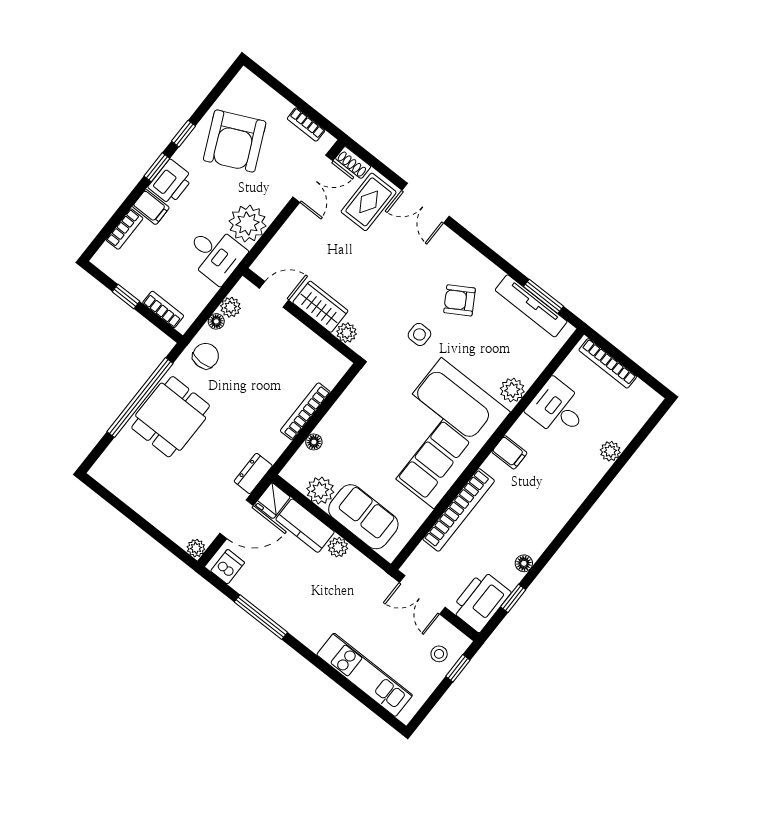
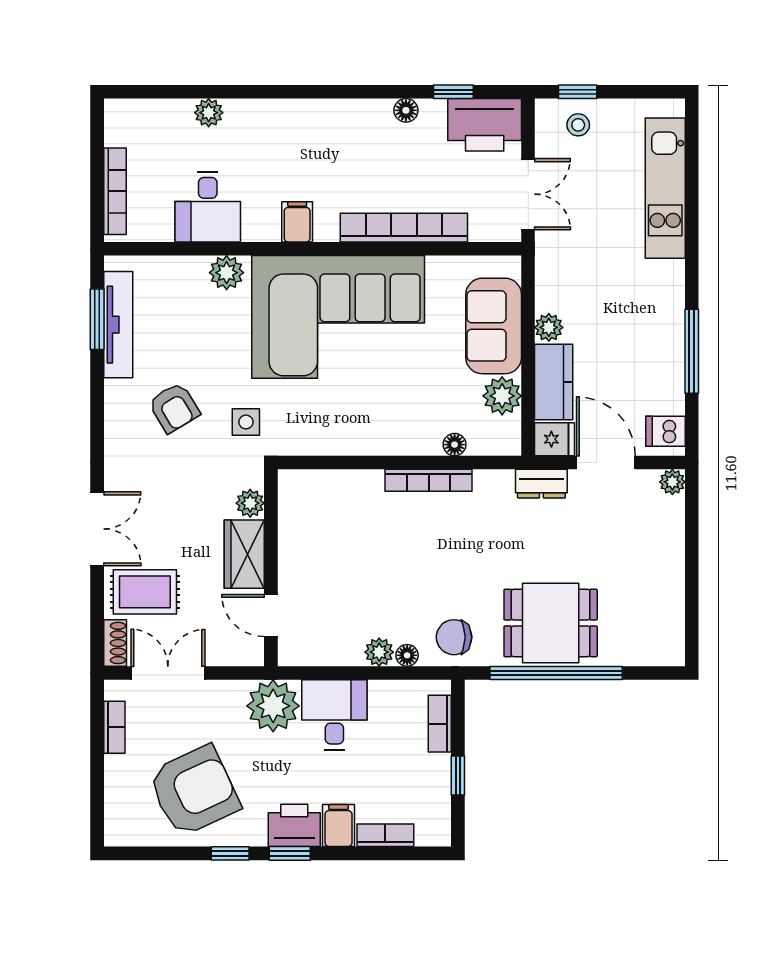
door: (274, 294) -> (271, 616), moved
wardrobe: (320, 307) -> (244, 554), moved
wall: (301, 316) -> (271, 568), moved
plant: (347, 333) -> (250, 503), moved

